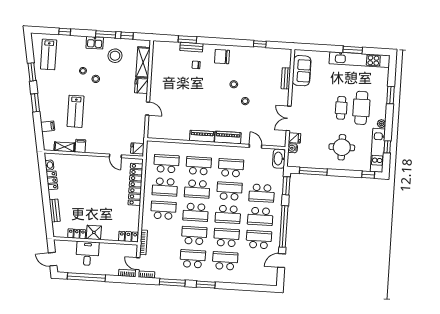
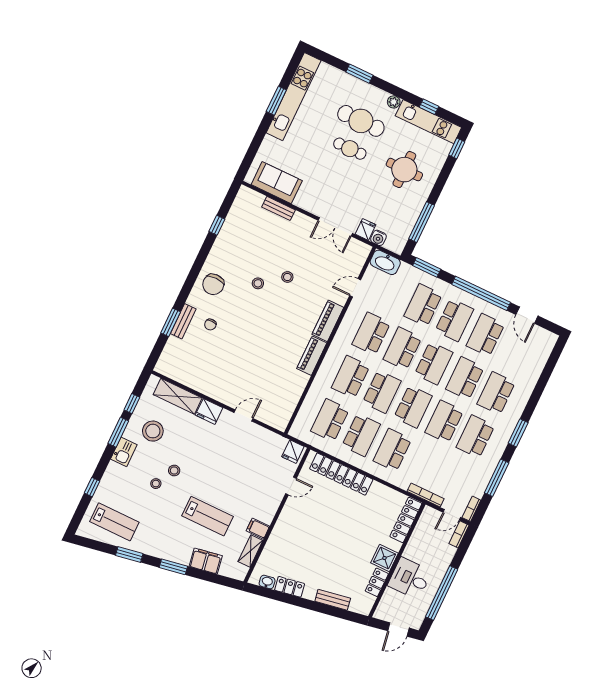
filing cabinet: (48, 126) -> (206, 561), width x2.00
school desk: (262, 193) -> (423, 305), turned 180
locker: (128, 237) -> (406, 520), width x1.53

